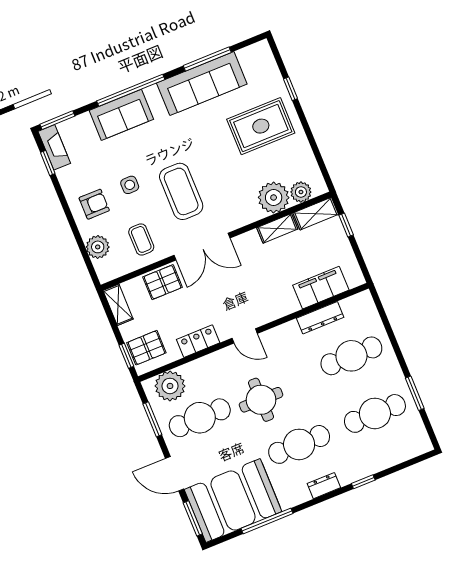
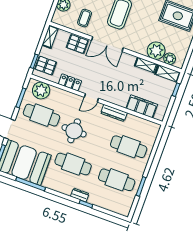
dresser: (320, 318) -> (114, 113), moved
door: (245, 336) -> (91, 98), hinge flipped
dresser: (324, 486) -> (80, 195), moved

